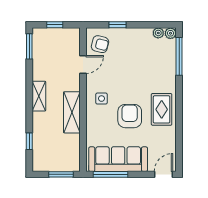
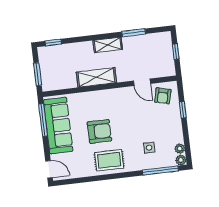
window: (29, 46) -> (134, 33), moved
side table: (102, 99) -> (149, 148), moved
window: (29, 141) -> (53, 42), moved

